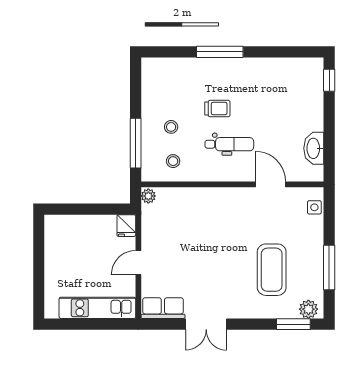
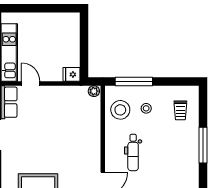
trolley: (217, 109) -> (180, 110), moved
stool: (173, 161) -> (120, 110), width x1.89, depth x1.89
door: (138, 263) -> (31, 84), moved

